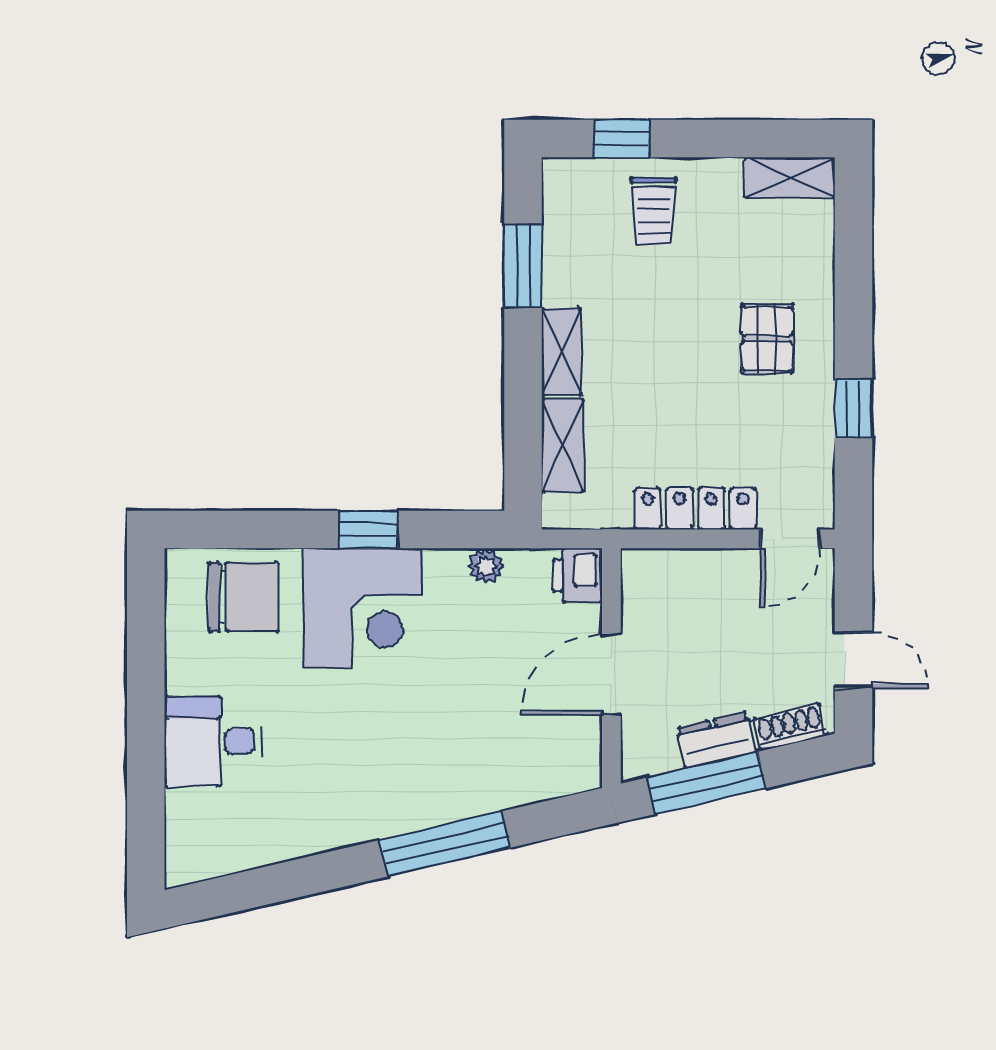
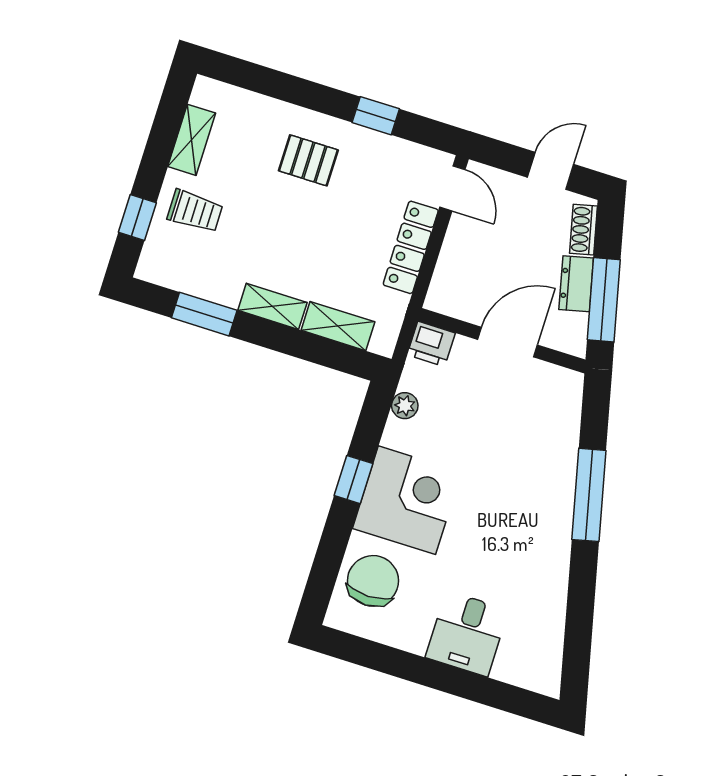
shelving: (790, 177) -> (192, 140), moved
door: (611, 674) -> (508, 342), swing flipped

